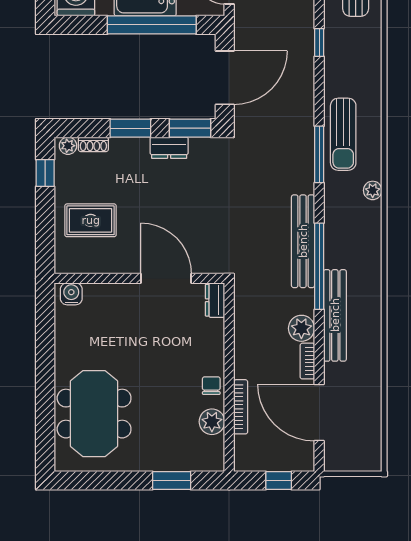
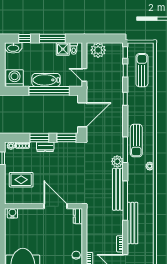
dresser: (169, 148) -> (45, 147), moved
plant: (301, 328) -> (117, 161), moved

